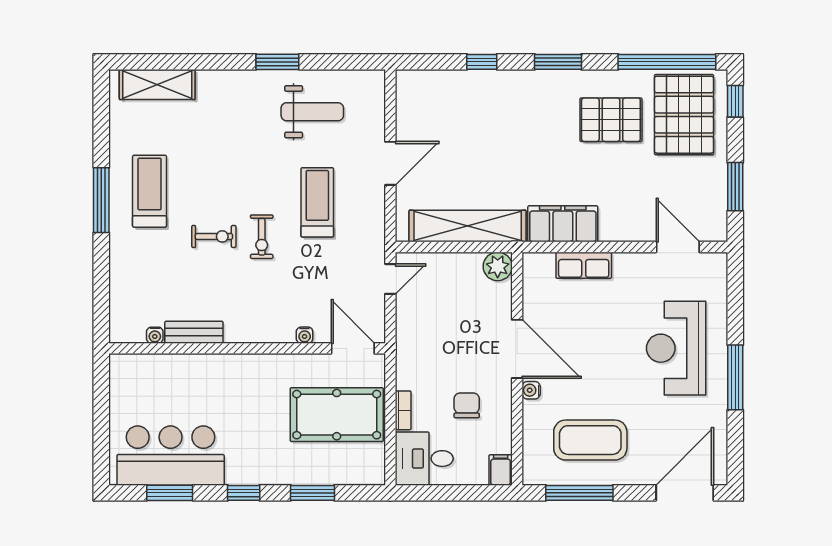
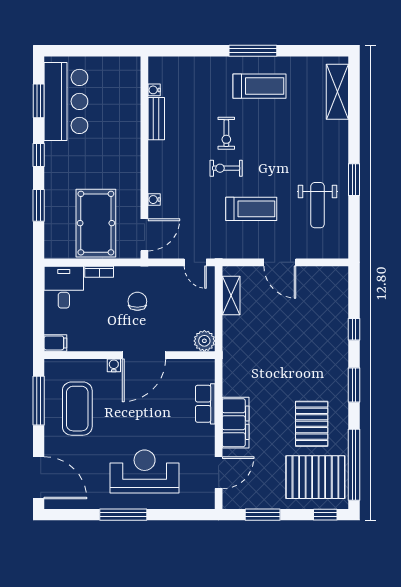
filing cabinet: (563, 224) -> (236, 423), moved
shelving: (468, 226) -> (231, 295), width x0.45, depth x0.75
chair: (467, 405) -> (137, 301), moved, turned -90

